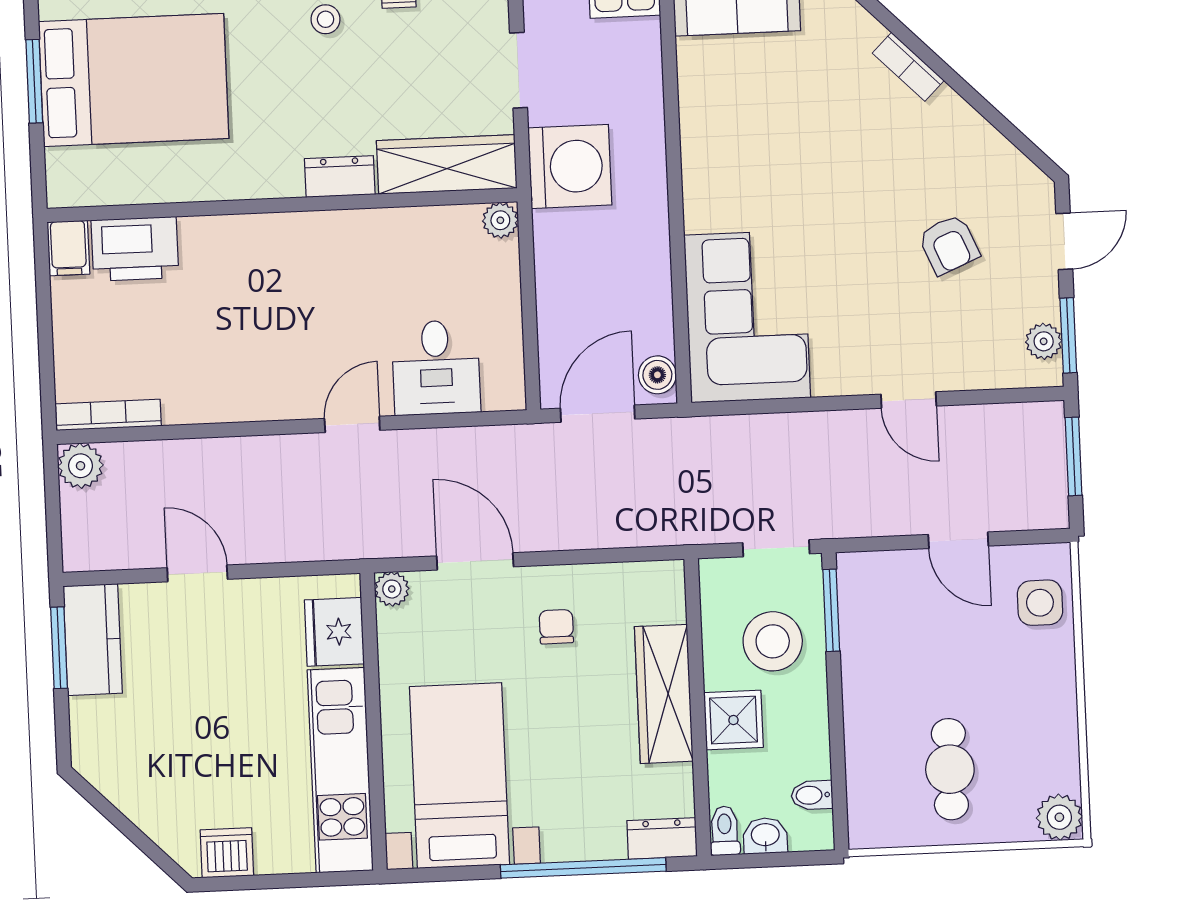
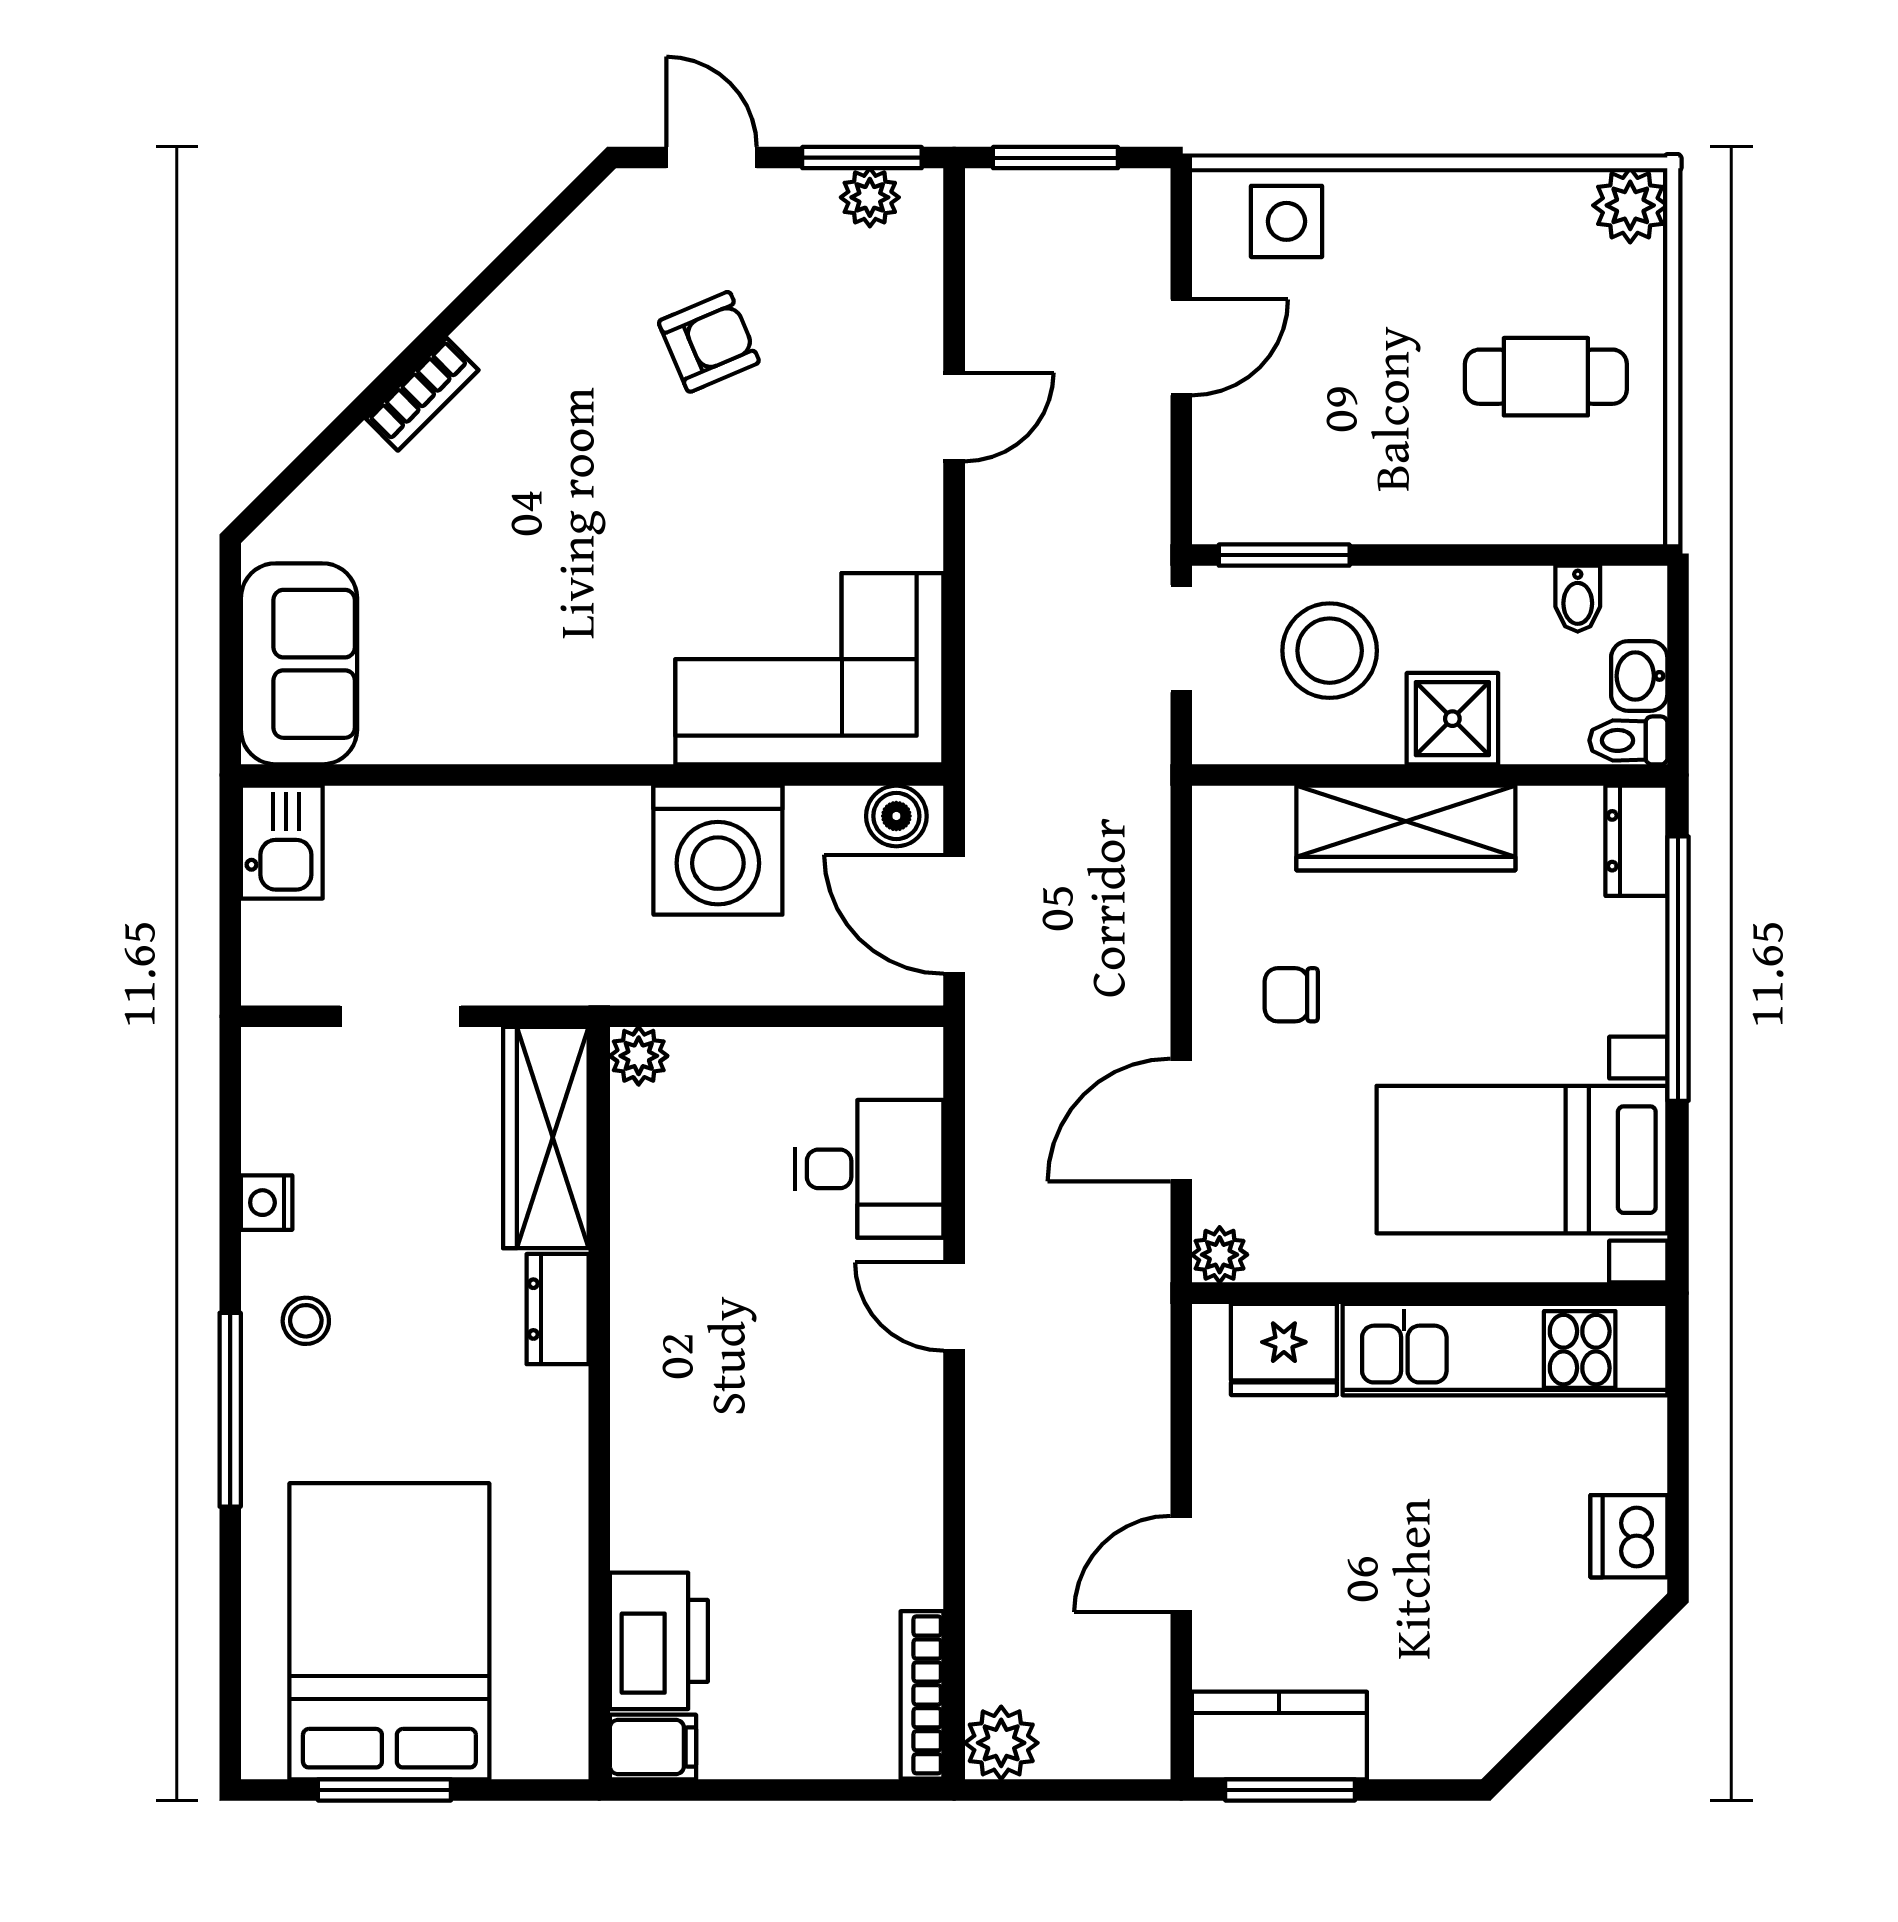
washing machine: (570, 166) -> (718, 850), moved, turned 180

